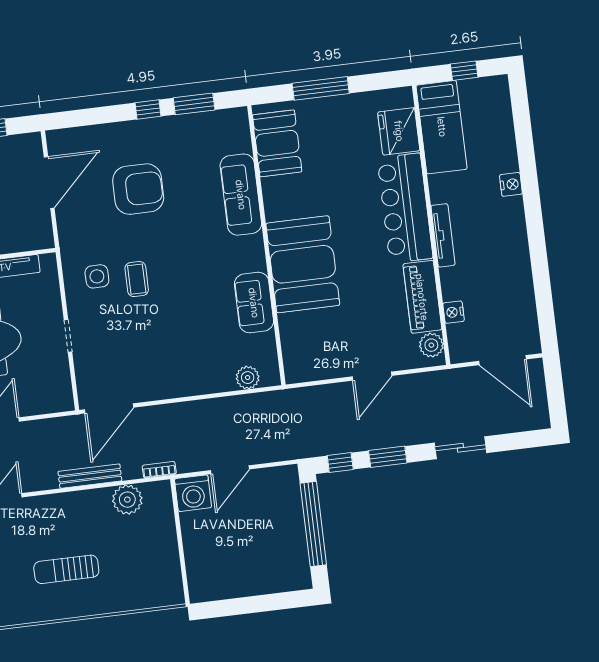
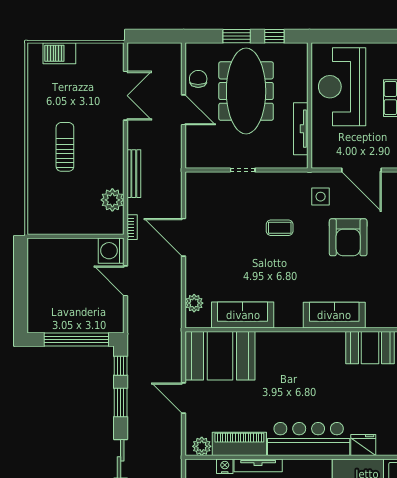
fridge: (399, 131) -> (363, 445), width x0.73, depth x0.75
tv unit: (443, 235) -> (258, 465), moved
booth: (303, 264) -> (220, 356), moved
side table: (97, 276) -> (321, 197), moved
sofa: (254, 303) -> (243, 315), width x1.36
door: (109, 408) -> (184, 237), moved

